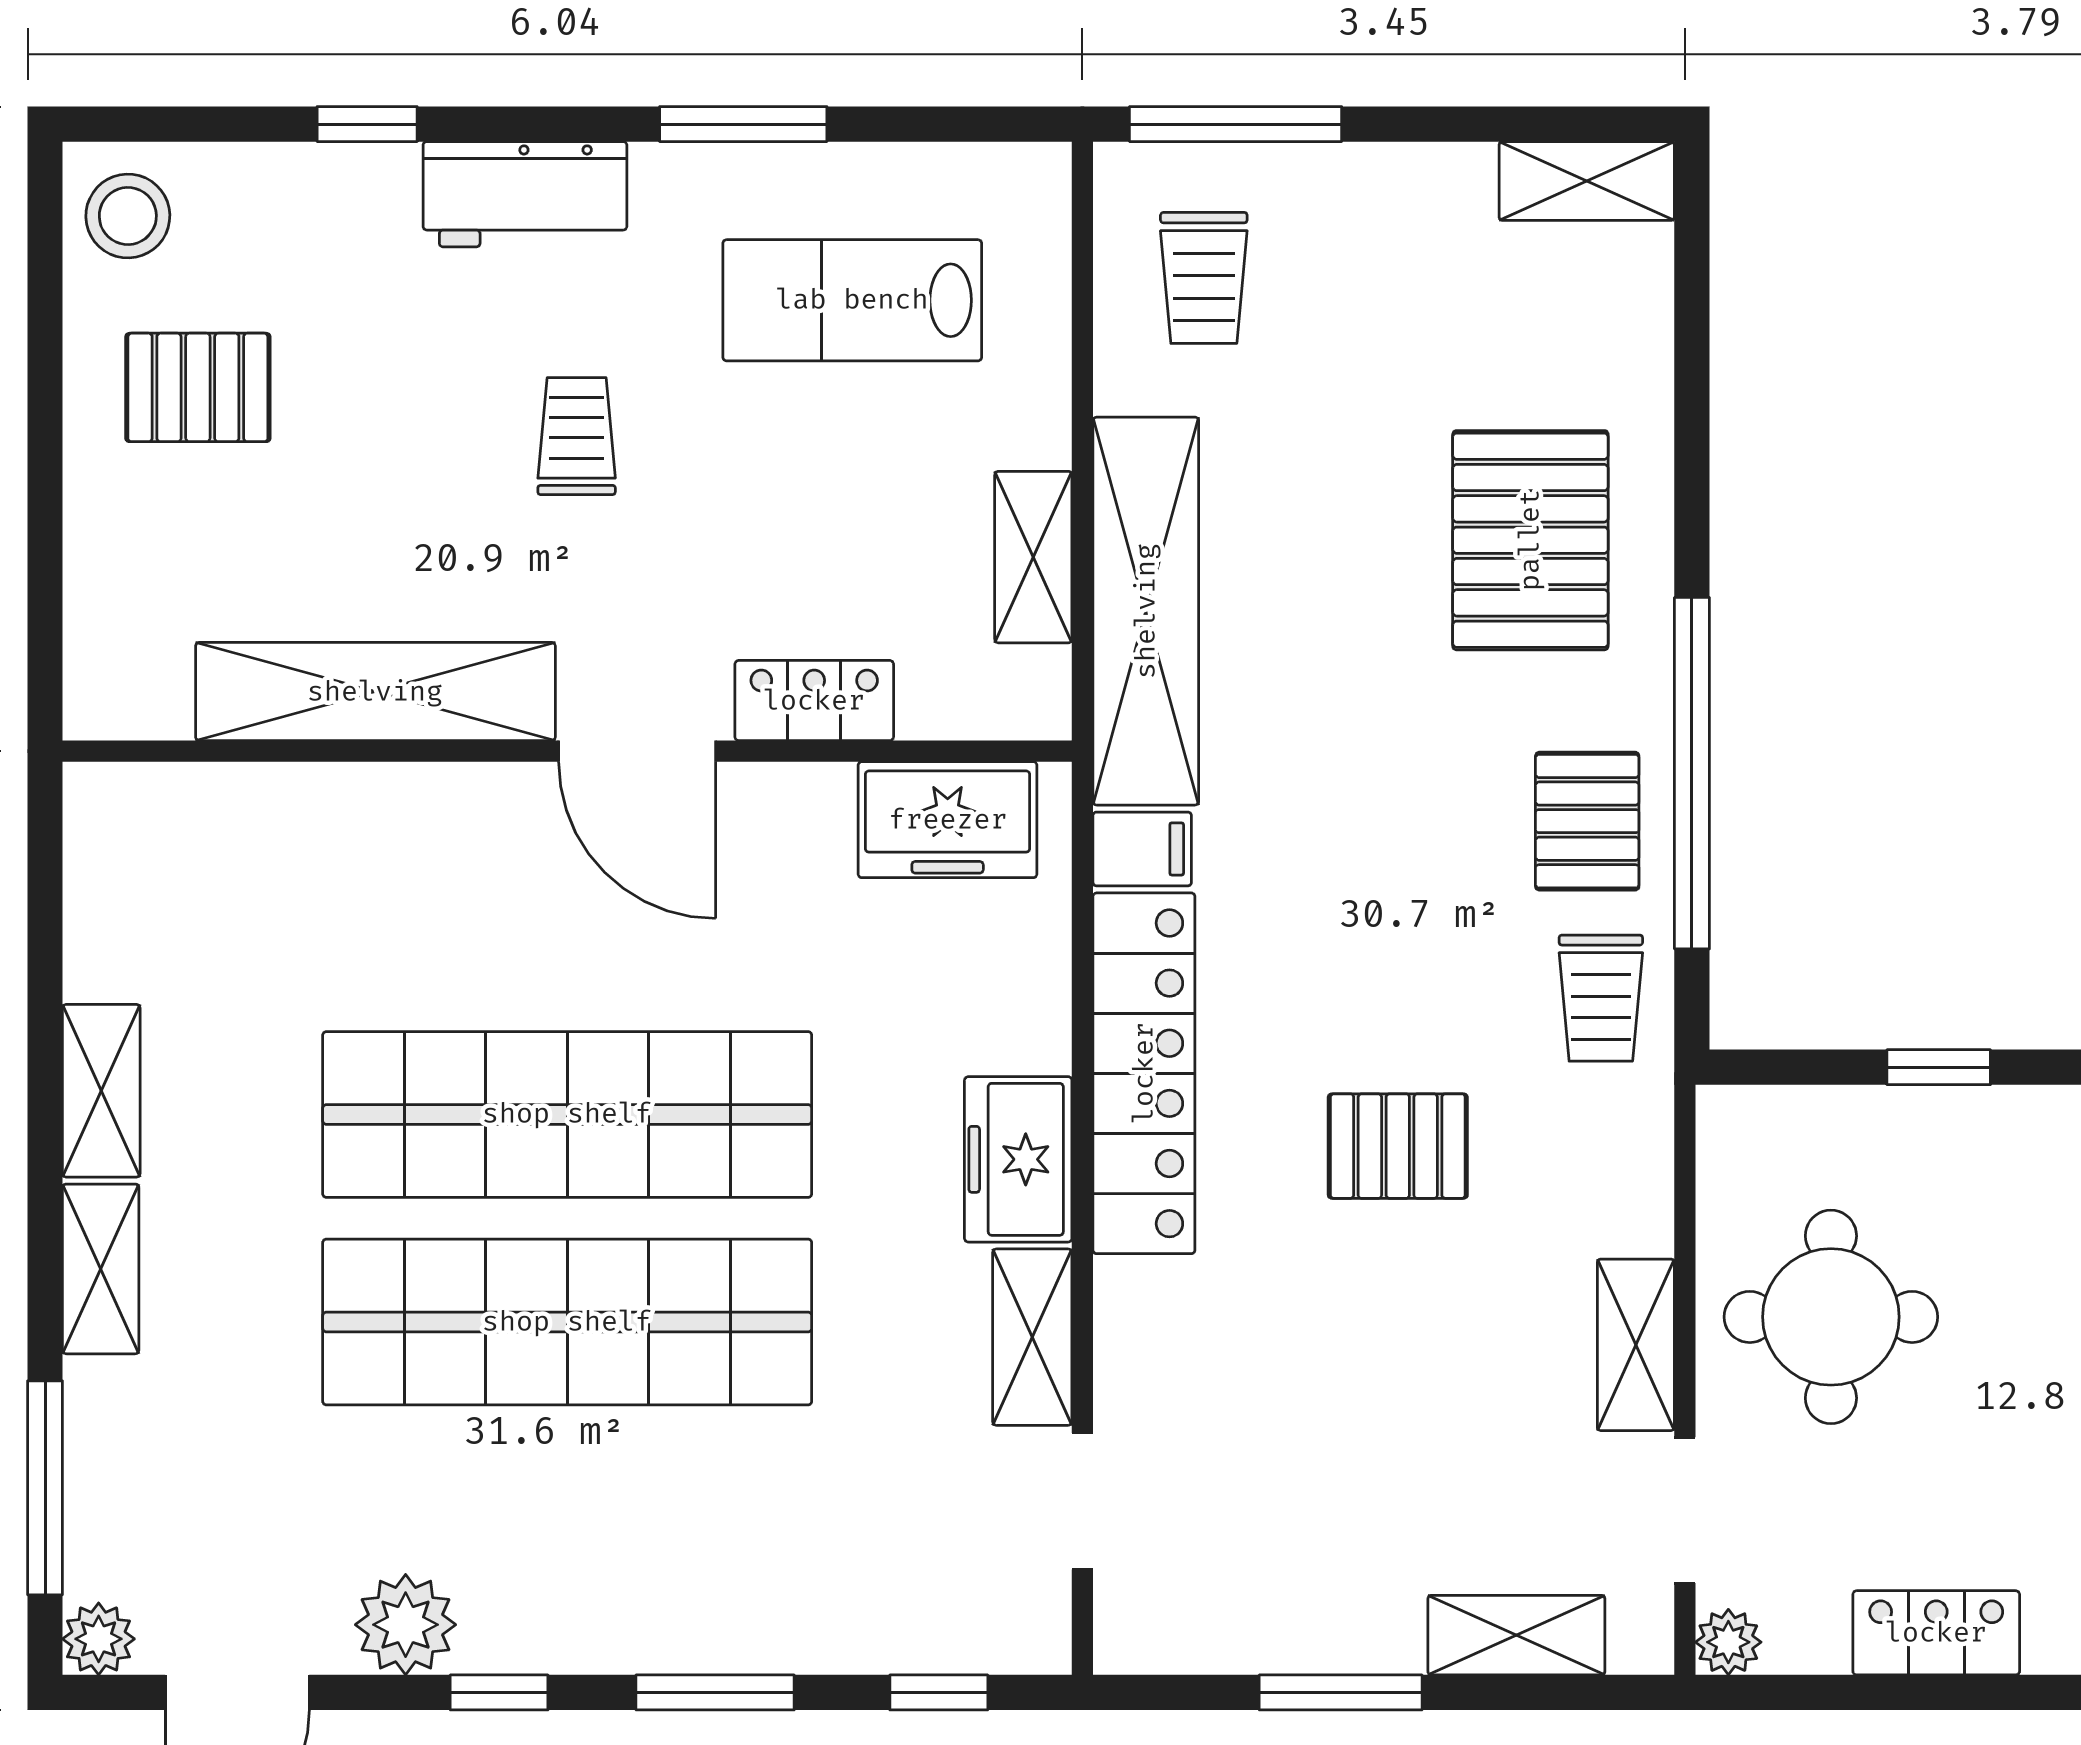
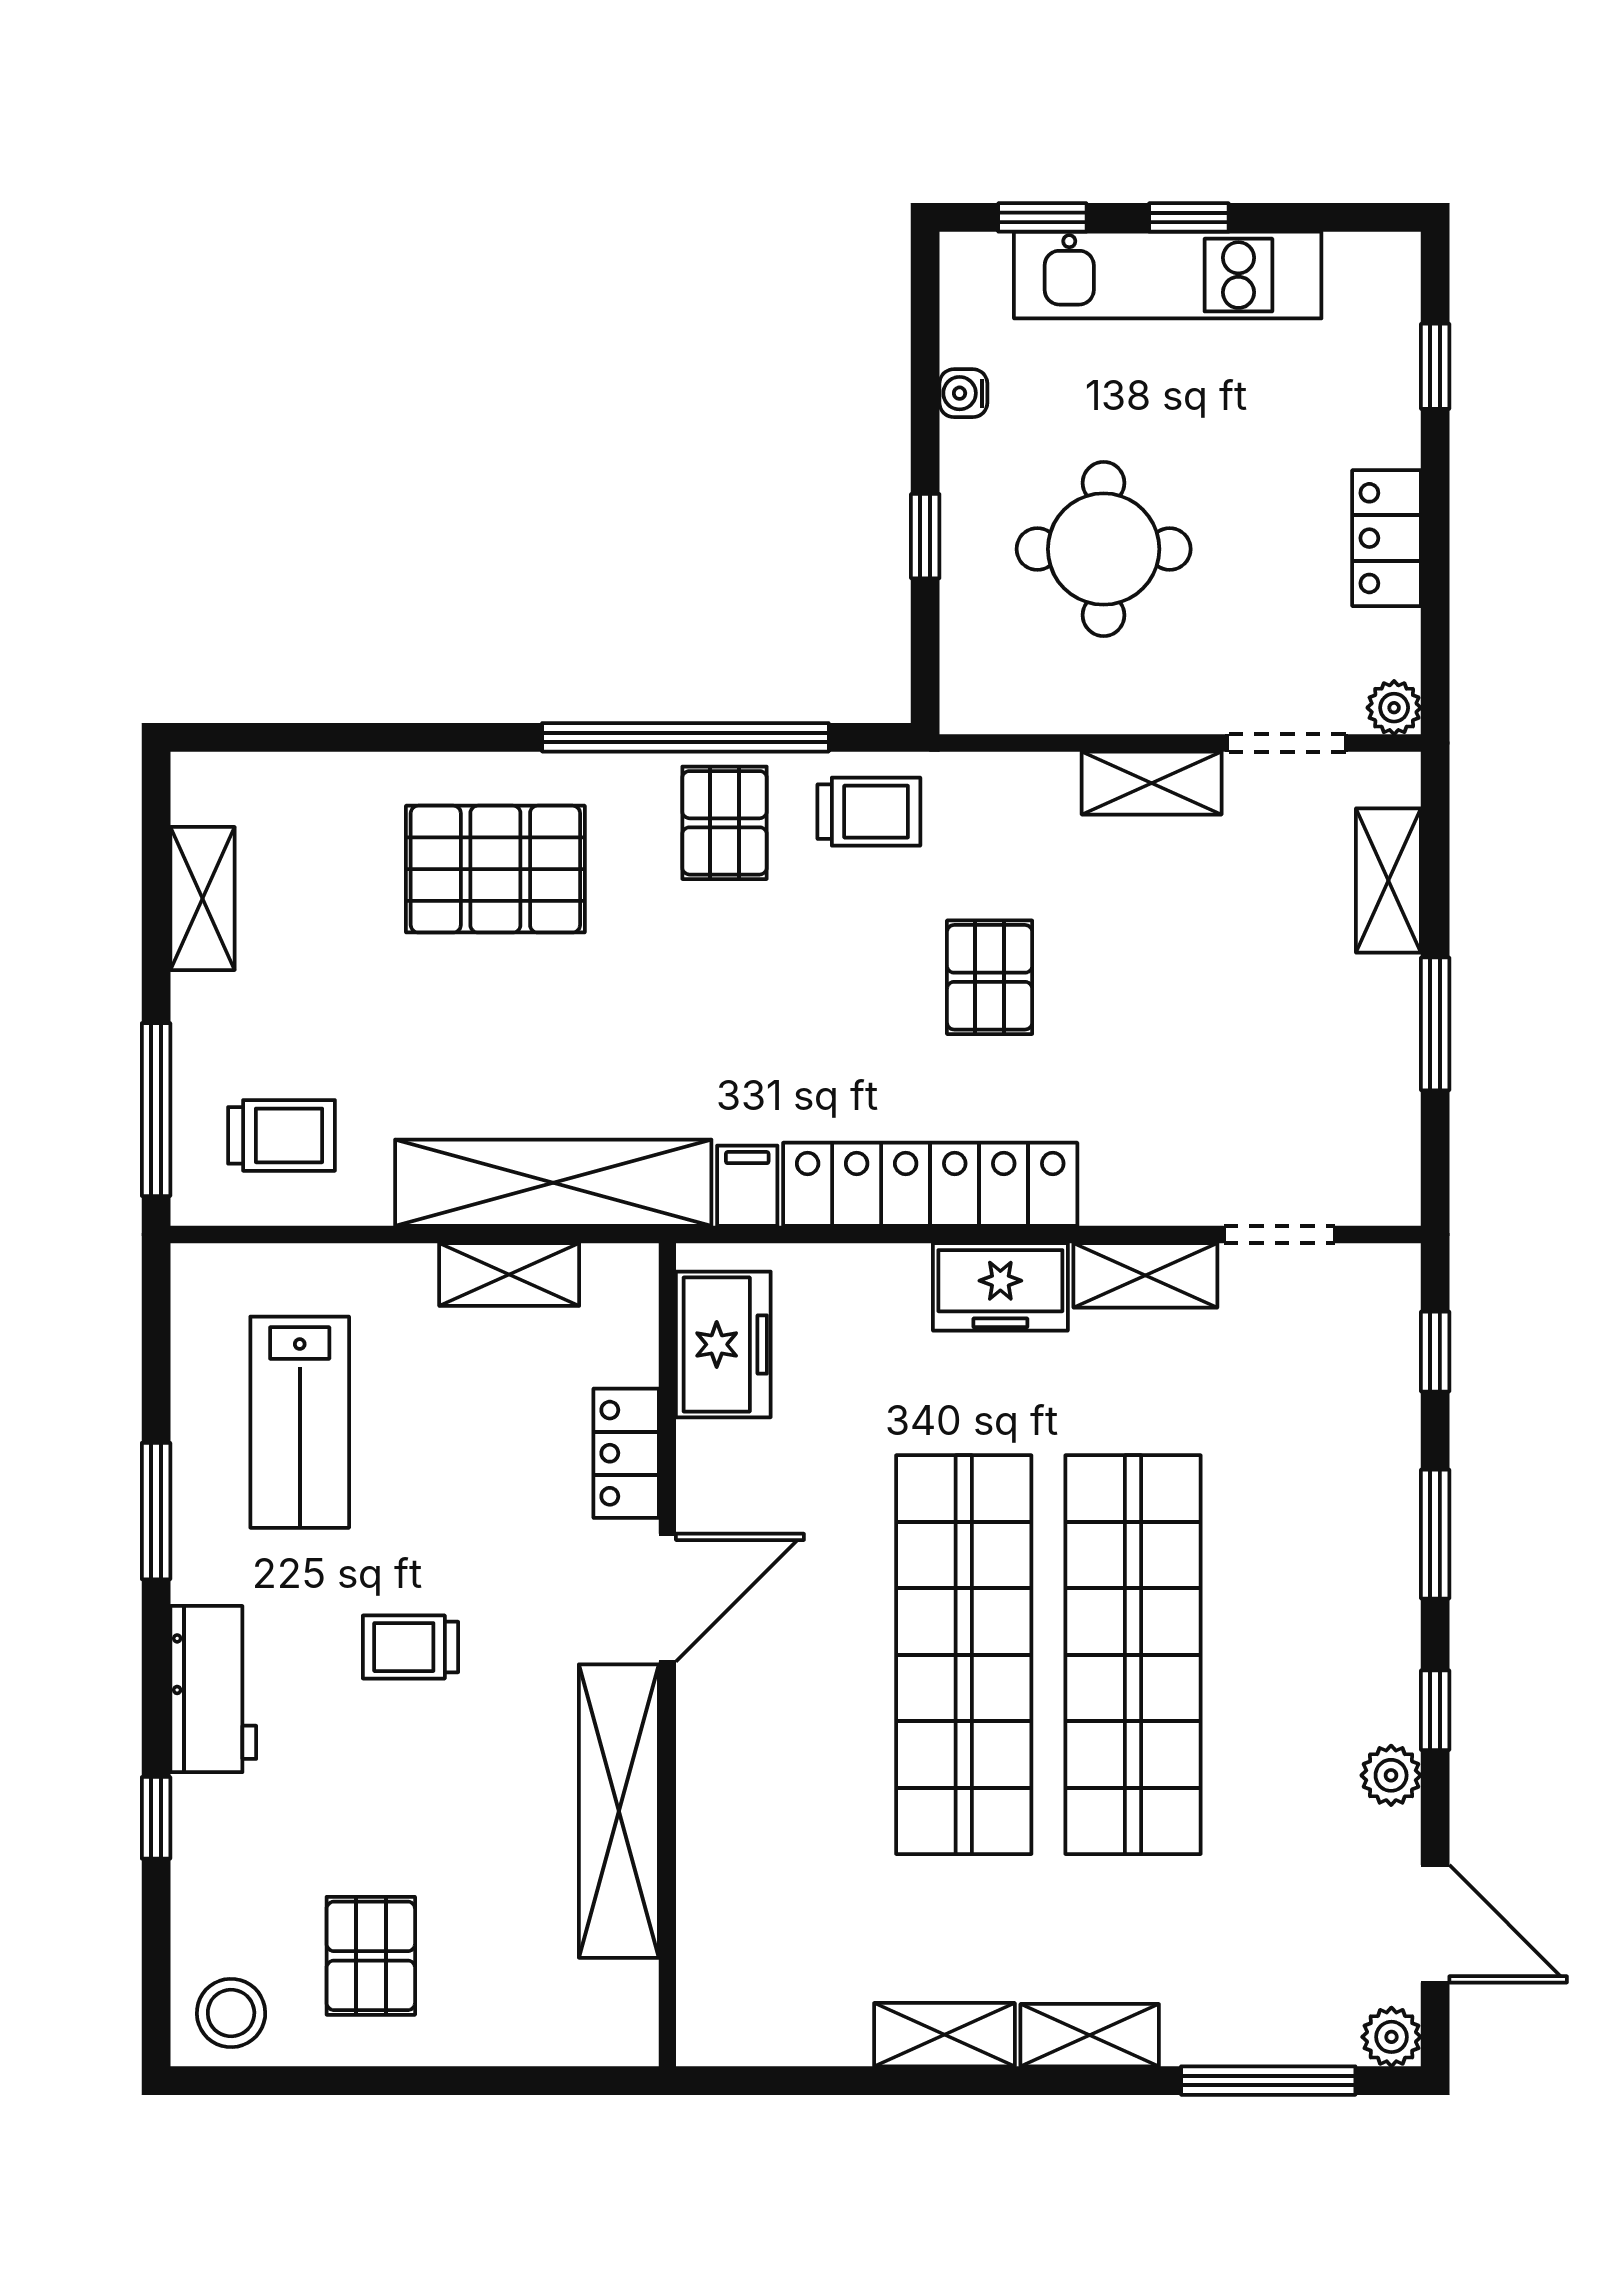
shelving: (1587, 181) -> (202, 899), moved
pallet: (1587, 821) -> (725, 823), turned 90
round table: (1831, 1317) -> (1104, 549), moved
plant: (406, 1625) -> (1391, 1775), width x0.73, depth x0.73

